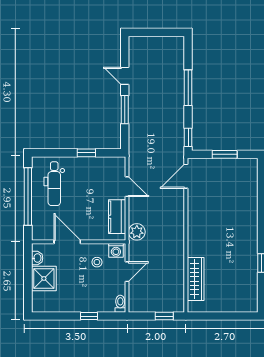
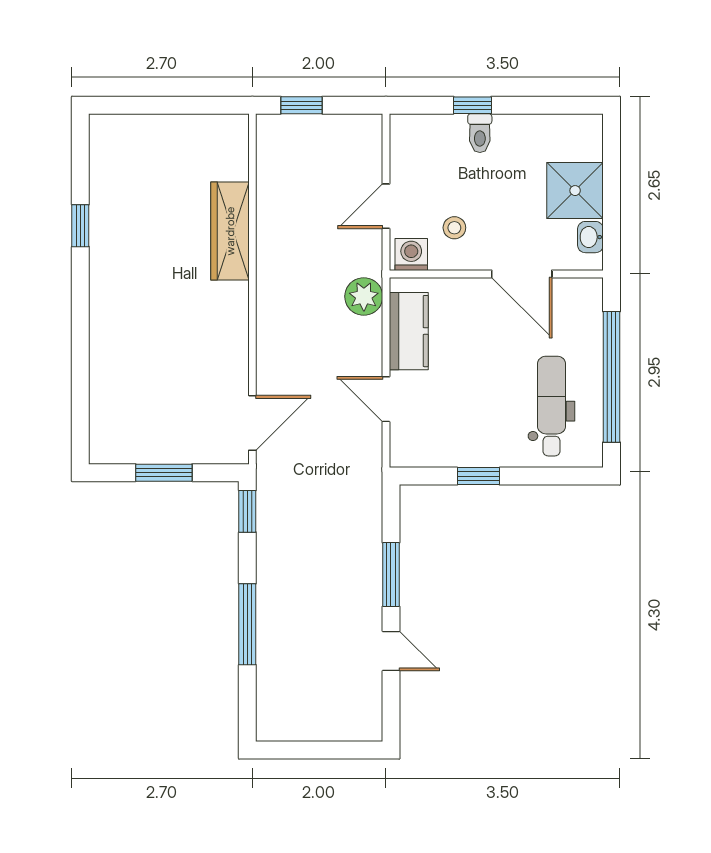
wardrobe: (196, 279) -> (230, 231), moved
toilet: (120, 304) -> (480, 133), moved

